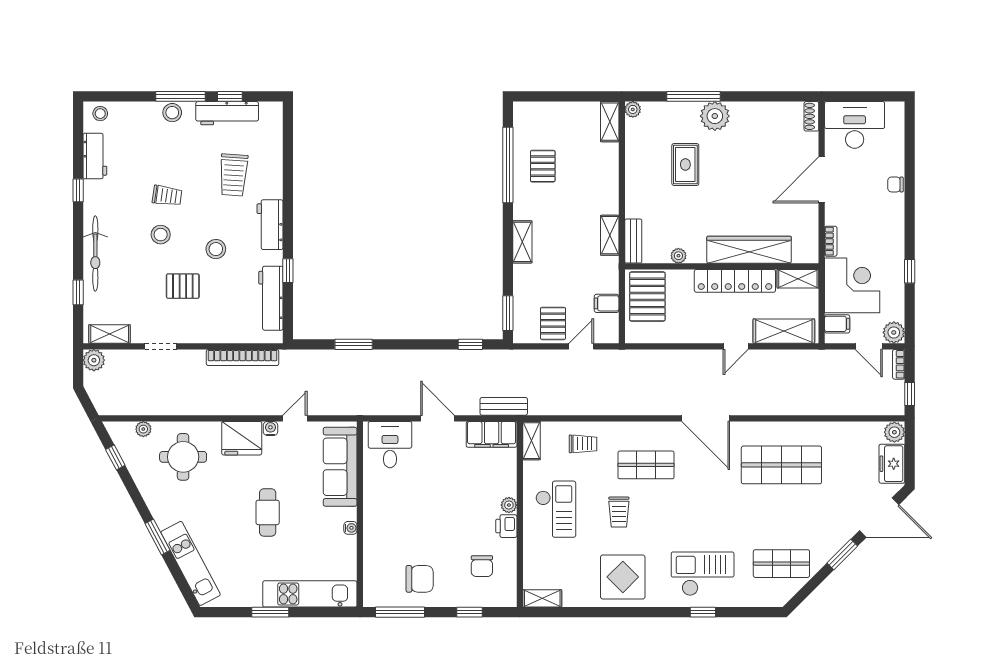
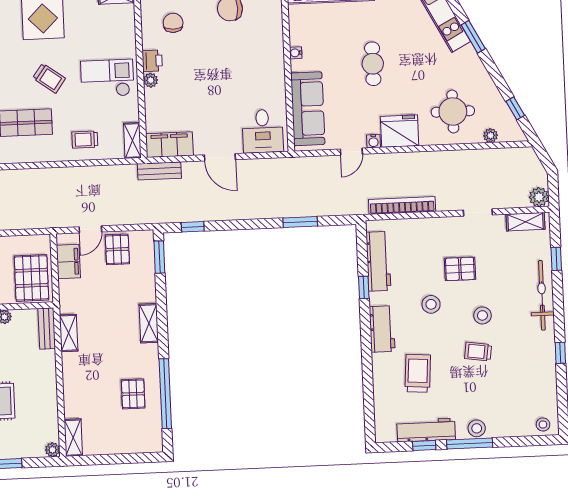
workbench: (95, 156) -> (546, 385), removed
filing cabinet: (607, 303) -> (68, 262), width x2.00
checkout: (556, 509) -> (107, 78), turned 90
trolley: (619, 512) -> (49, 78), turned 126

